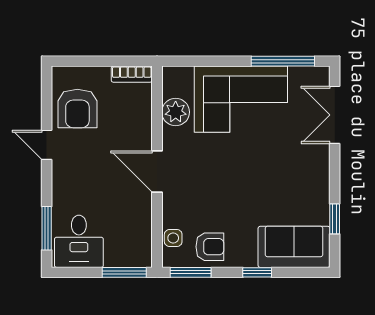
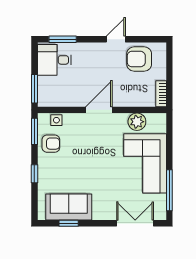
armchair: (210, 247) -> (51, 144), turned -90
sofa: (294, 247) -> (69, 207), moved, turned -90

